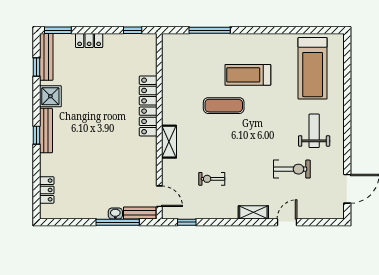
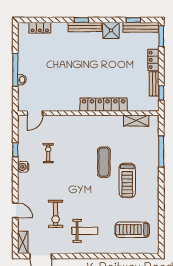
treadmill: (313, 68) -> (132, 230), width x0.73, depth x0.73
treadmill: (248, 75) -> (127, 180), turned 180
shelving: (169, 142) -> (136, 121), moved
water cooler: (230, 212) -> (23, 167), added
shelving: (253, 212) -> (23, 242), moved
bench: (140, 213) -> (154, 84), moved
window: (118, 222) -> (15, 70), moved
window: (187, 222) -> (15, 150), moved

